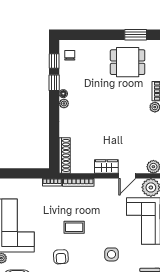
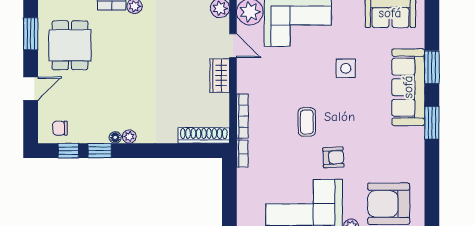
door: (97, 35) -> (31, 89), added
armchair: (61, 257) -> (333, 157), moved

